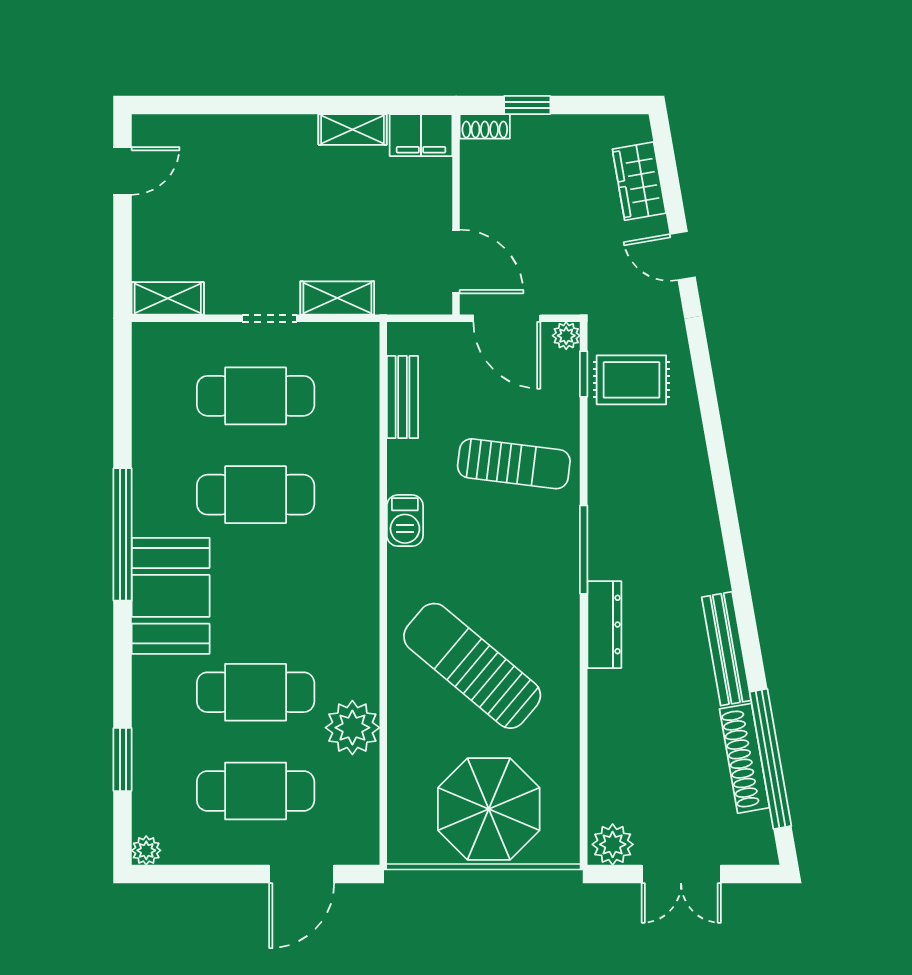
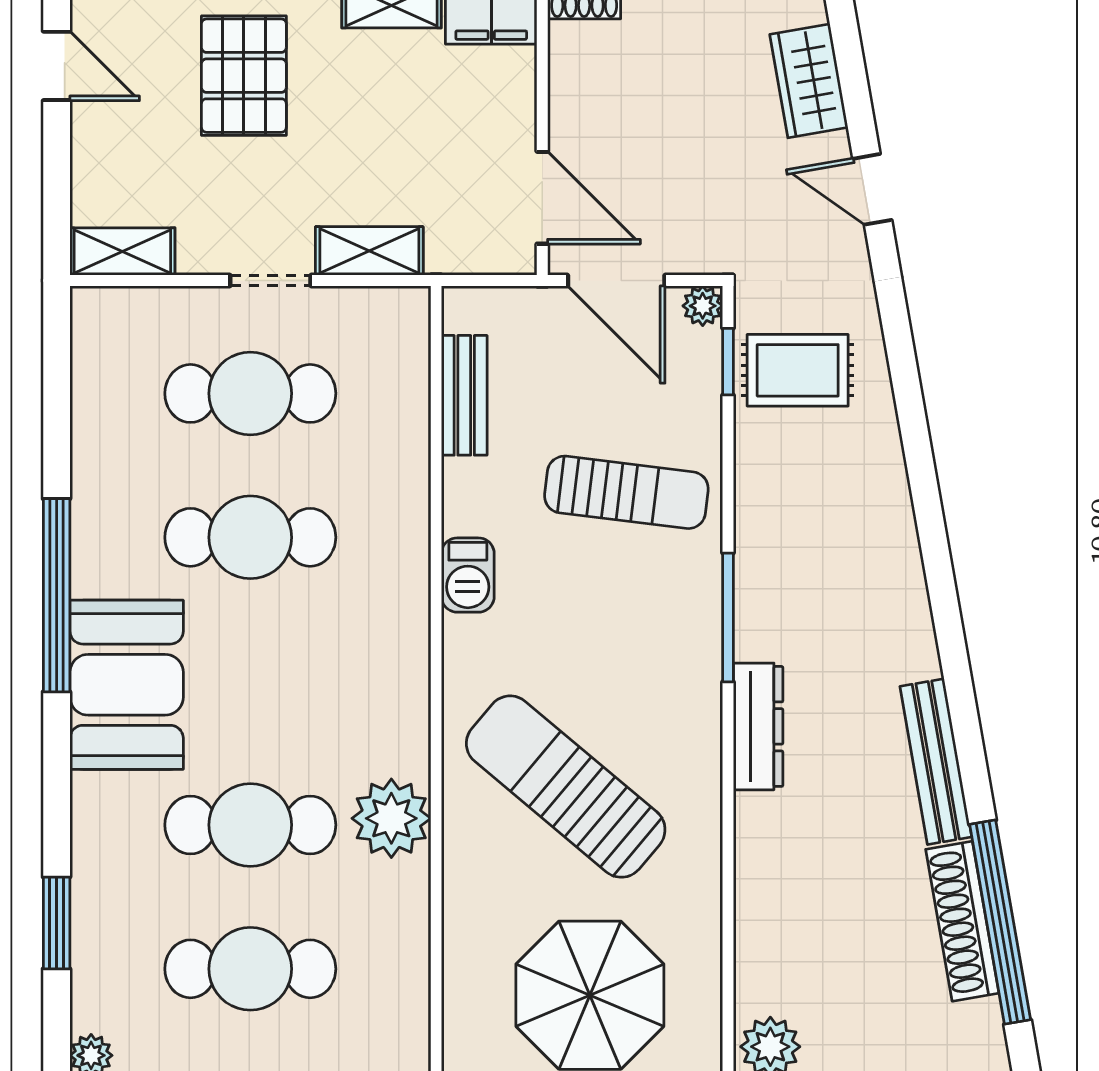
door: (123, 171) -> (57, 66), hinge flipped
pallet: (251, 178) -> (244, 76), added
plant: (352, 728) -> (391, 818), moved

